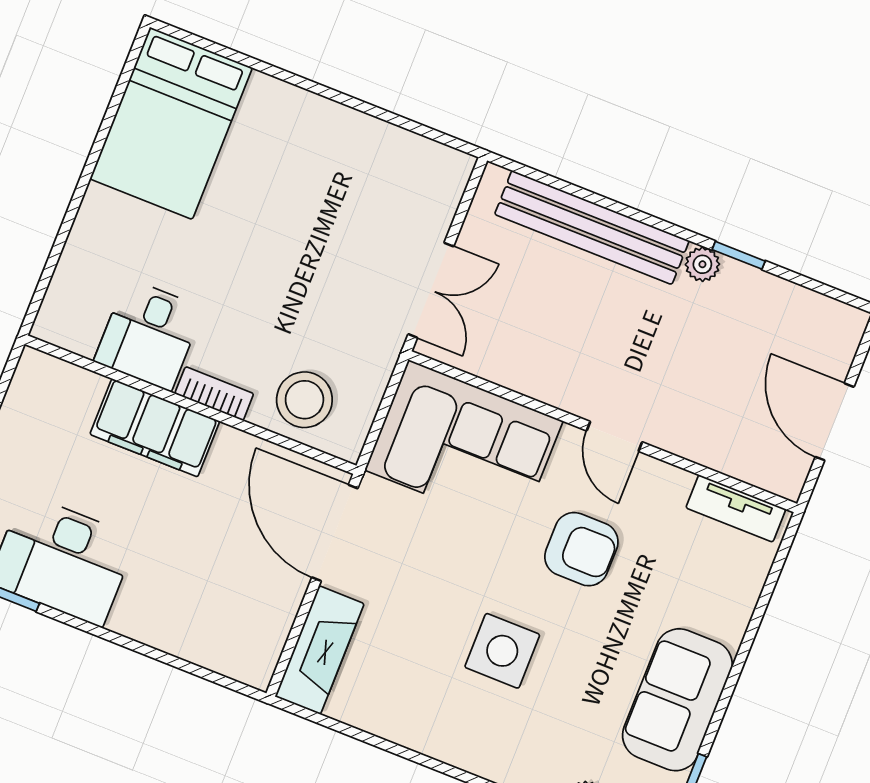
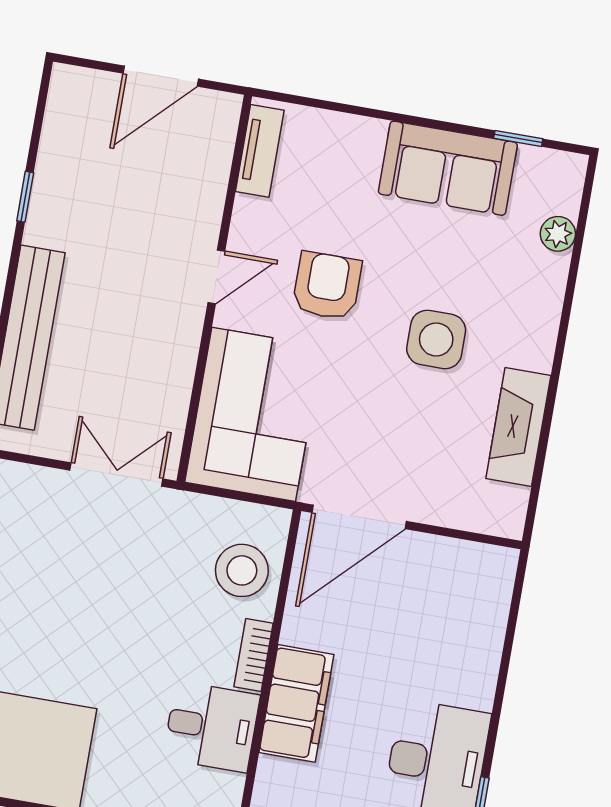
plant: (702, 264) -> (40, 228), removed
fireplace: (320, 650) -> (518, 427), moved, turned -90

